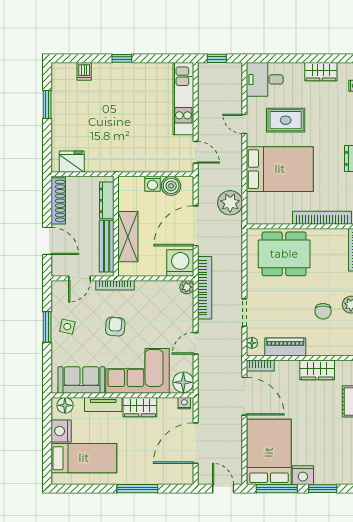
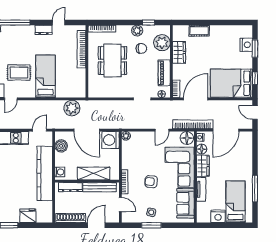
rug: (286, 120) -> (19, 73), turned 90
door: (244, 124) -> (11, 99), moved
kitchen counter: (128, 160) -> (45, 173), added
fridge: (72, 162) -> (28, 216), moved, turned 90
bed: (280, 169) -> (45, 76), width x0.67
washing machine: (153, 184) -> (60, 172), moved
dining table: (284, 254) -> (112, 60), moved
bookcase: (205, 288) -> (193, 124), moved
door: (196, 343) -> (162, 130), hinge flipped
plant: (332, 343) -> (162, 43), added
floor lamp: (65, 405) -> (202, 149), moved
door: (196, 443) -> (226, 130), hinge flipped
nightstand: (303, 475) -> (246, 45), moved
window: (137, 489) -> (255, 189), moved
door: (223, 489) -> (255, 113), hinge flipped
window: (277, 489) -> (255, 78), width x0.46

